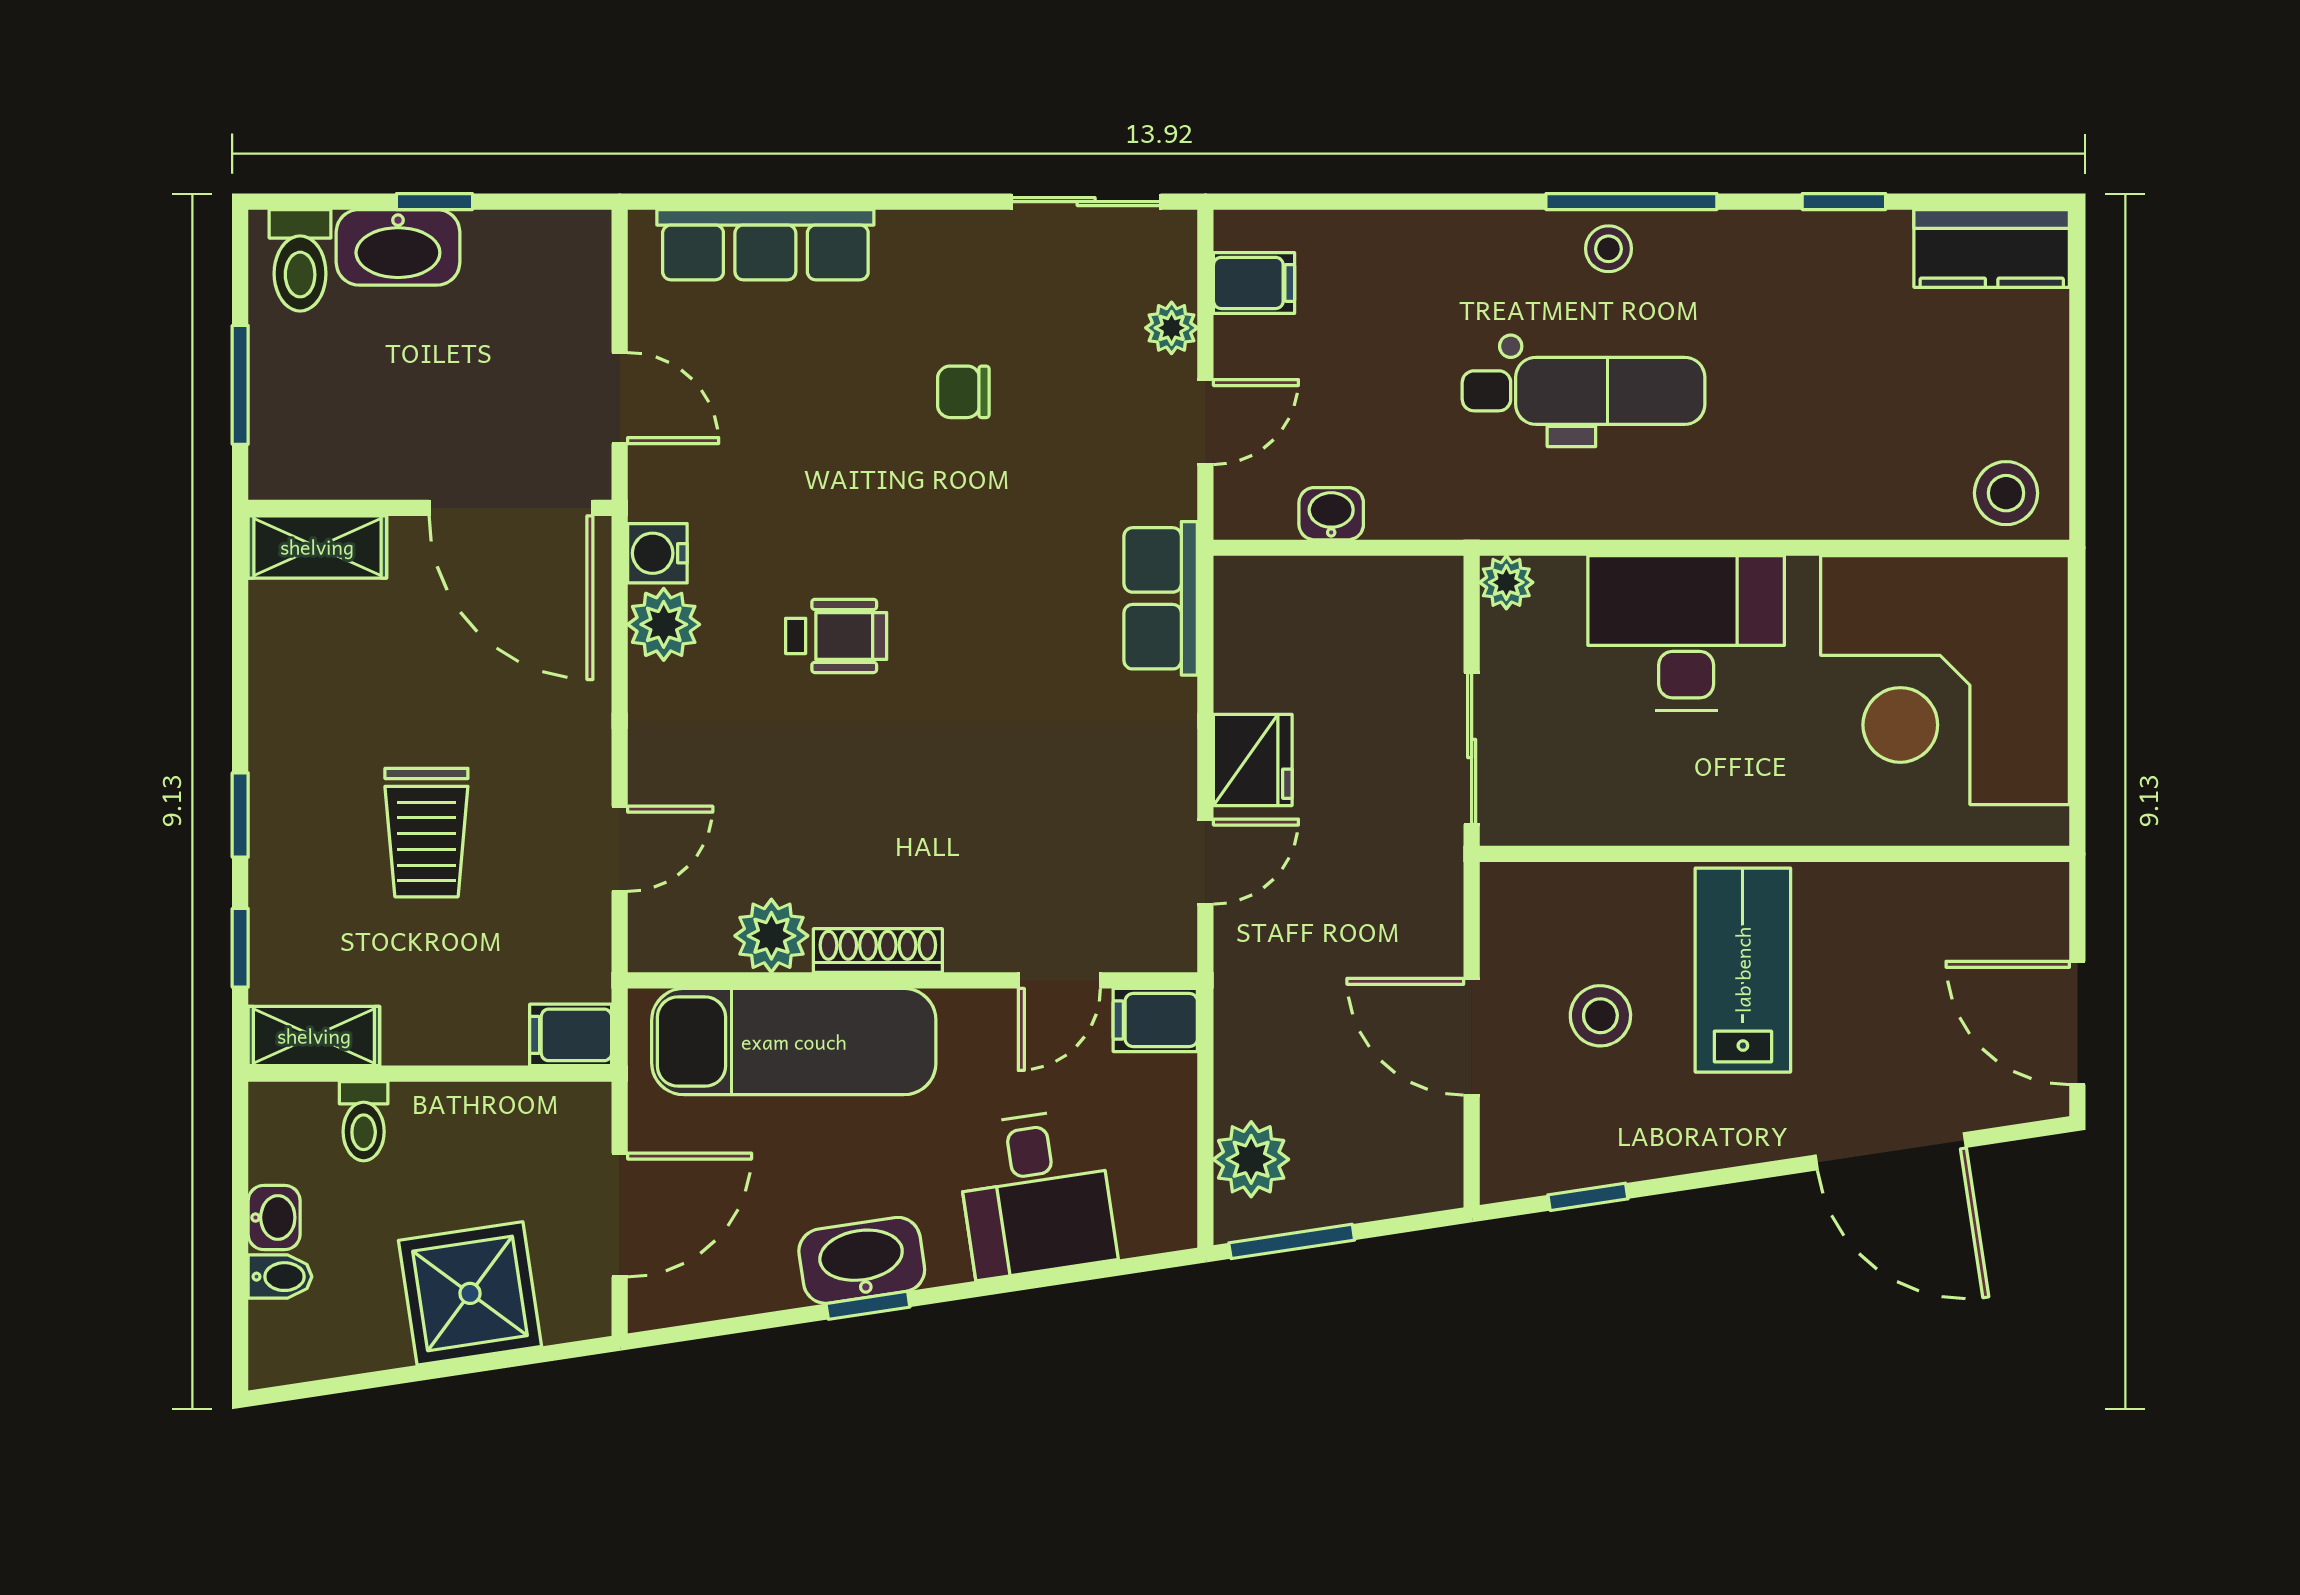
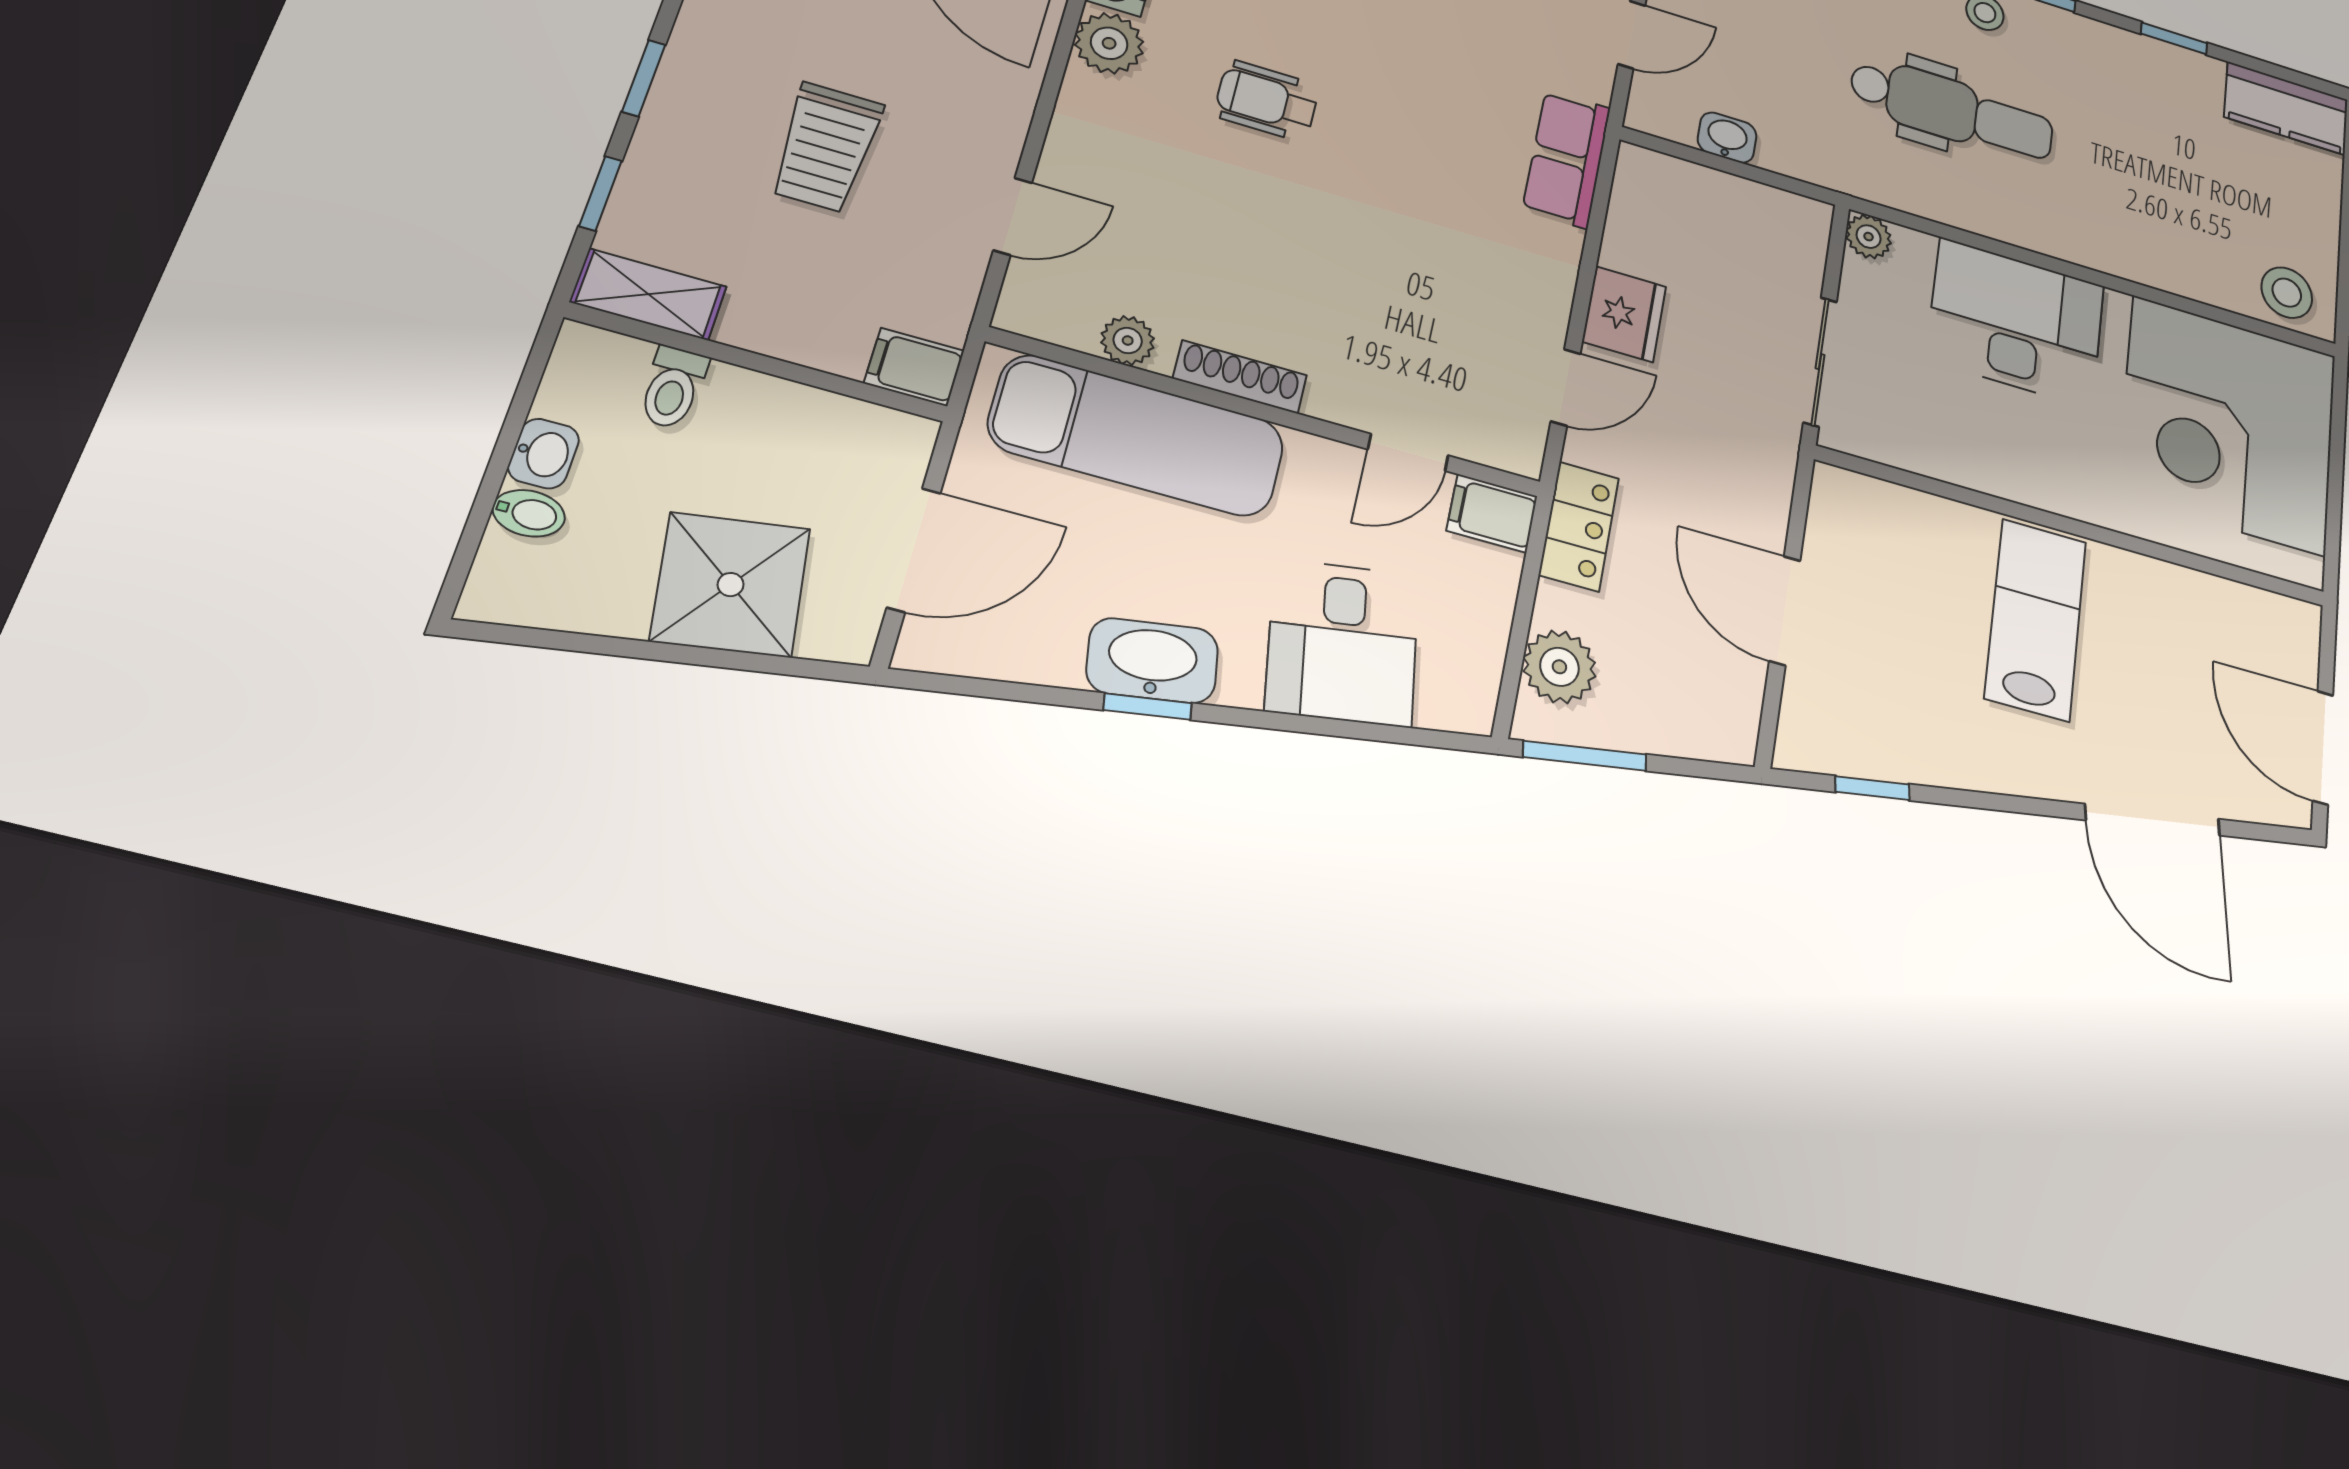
wheelchair: (836, 636) -> (1267, 101), turned 180
plant: (771, 936) -> (1128, 340), width x0.73, depth x0.73
locker: (1245, 1008) -> (1579, 526), added
stool: (1600, 1016) -> (1904, 624), removed

